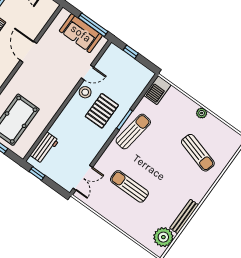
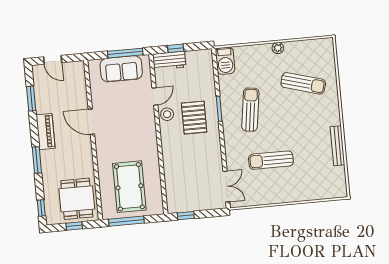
sun lounger: (133, 132) -> (250, 110), moved
workbench: (45, 148) -> (169, 61), moved, turned 90
plant: (163, 237) -> (335, 178), removed

